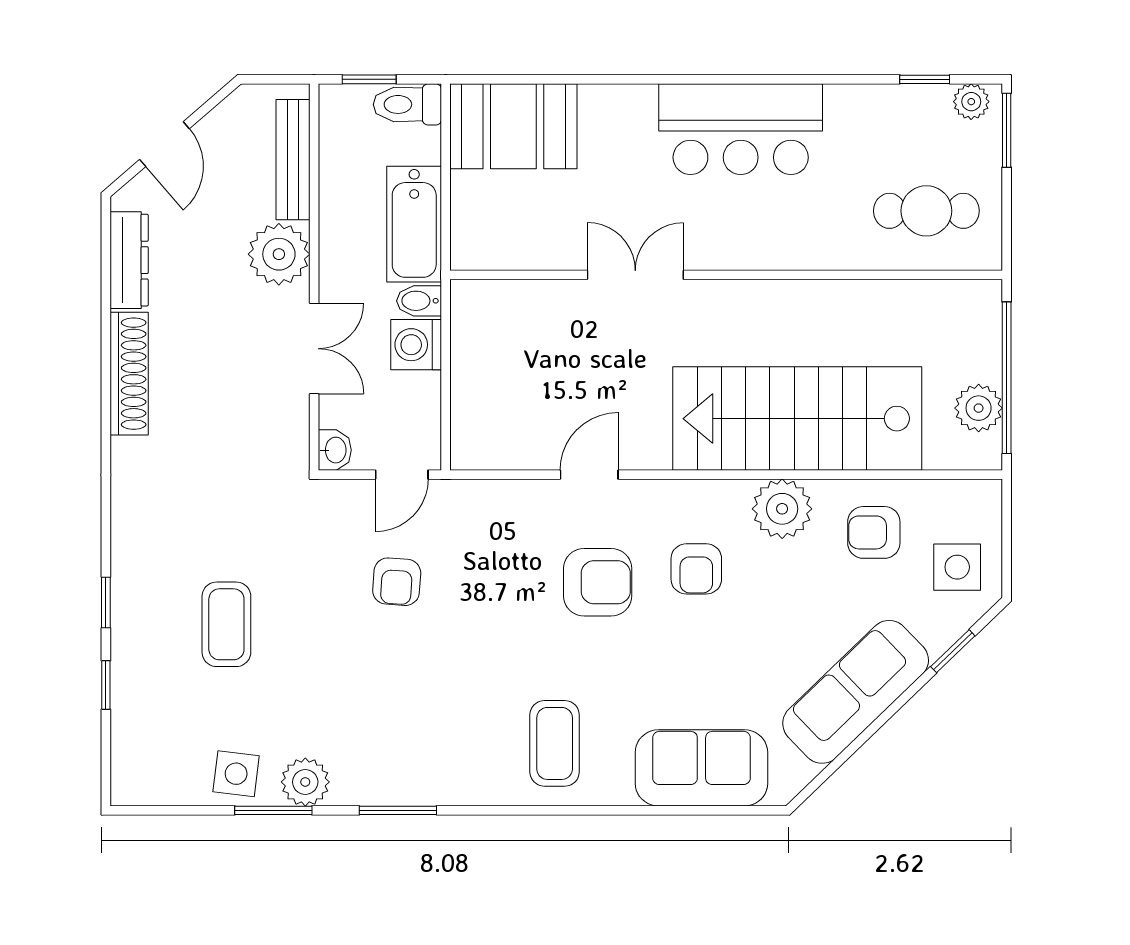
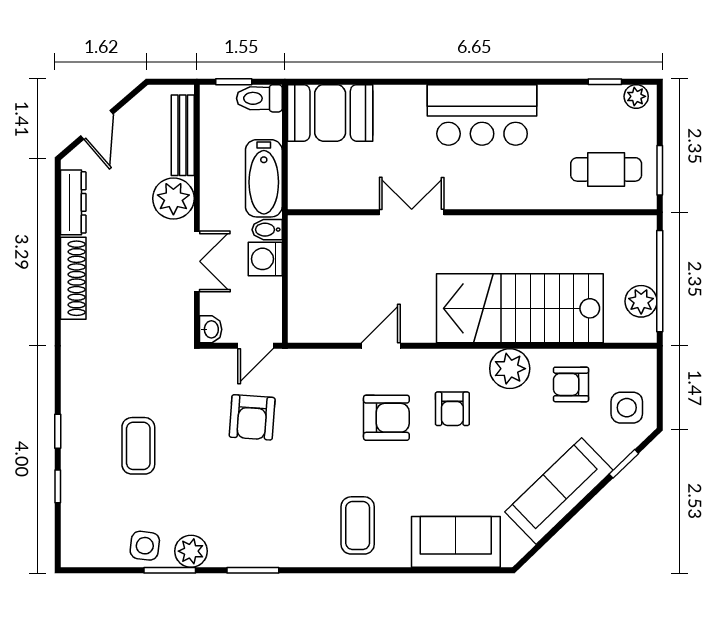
window: (1007, 130) -> (660, 170), moved
armchair: (397, 582) -> (252, 417), width x1.38, depth x1.38

